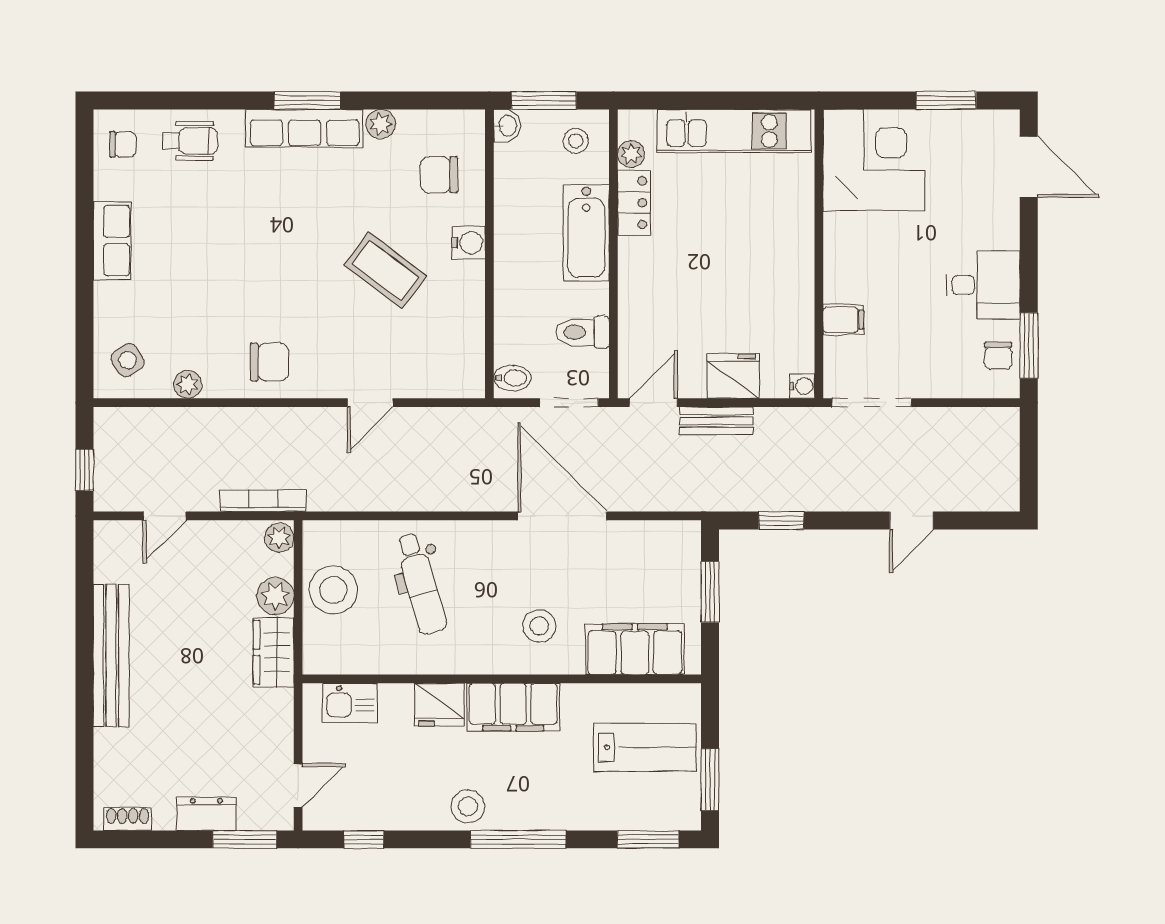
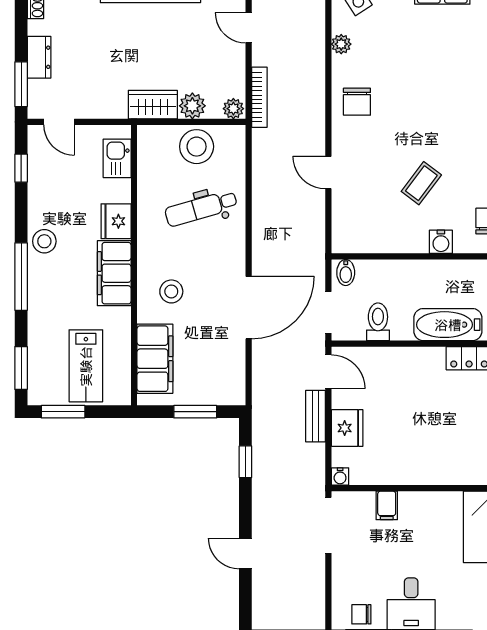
coffee table: (385, 271) -> (421, 183), width x0.73, depth x0.77

